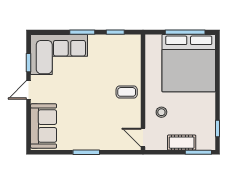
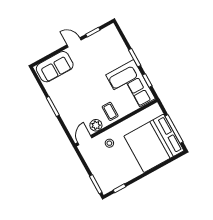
corner sofa: (59, 54) -> (131, 87), moved
plant: (133, 116) -> (96, 125), added
cot: (182, 143) -> (96, 169), removed

